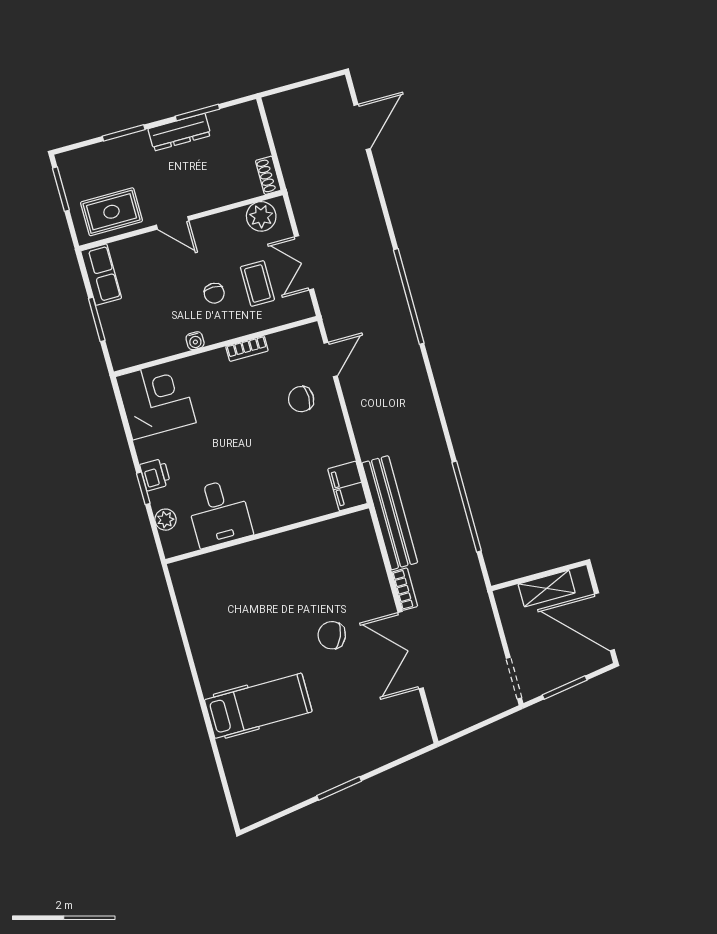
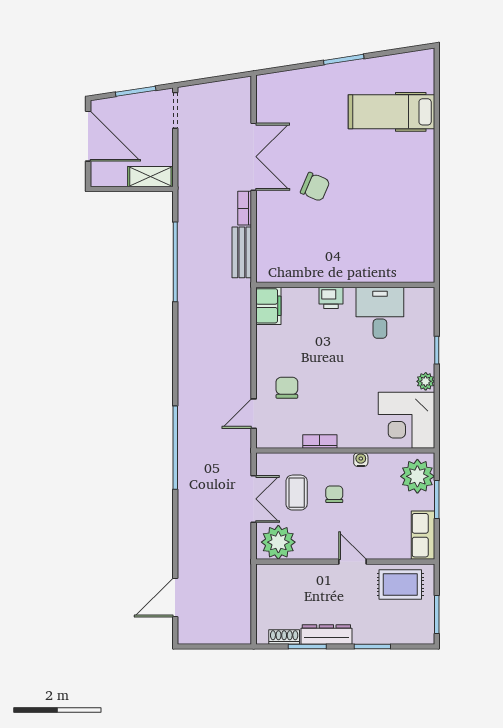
shoe rack: (268, 175) -> (284, 637), moved, turned -90
plant: (261, 216) -> (278, 542), width x1.36, depth x1.36
plant: (126, 339) -> (417, 476), added
chair: (301, 399) -> (287, 388), turned -90
printer: (155, 475) -> (331, 298), moved, turned -90
bench: (390, 513) -> (242, 252), width x0.54, depth x0.82
plant: (165, 520) -> (426, 381), moved
shelving: (547, 588) -> (150, 177), moved
hospital bed: (258, 706) -> (391, 112), moved

